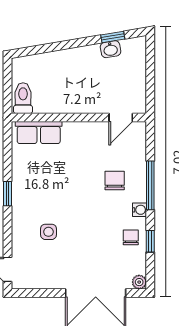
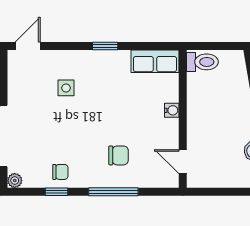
row of seats: (39, 133) -> (155, 61), moved, turned -90
water cooler: (139, 210) -> (172, 110), moved, turned -90

